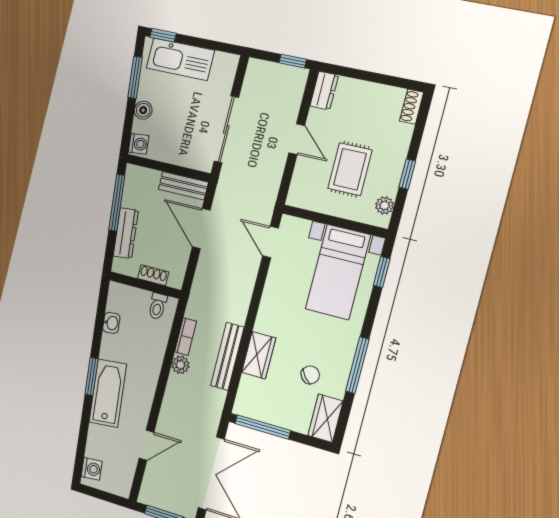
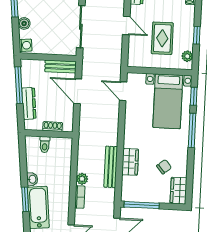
toilet: (158, 306) -> (45, 145), moved
washbasin: (111, 323) -> (32, 179), moved
bookcase: (186, 337) -> (80, 197), moved
window: (357, 365) -> (192, 130), moved

